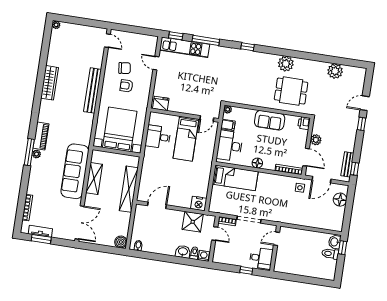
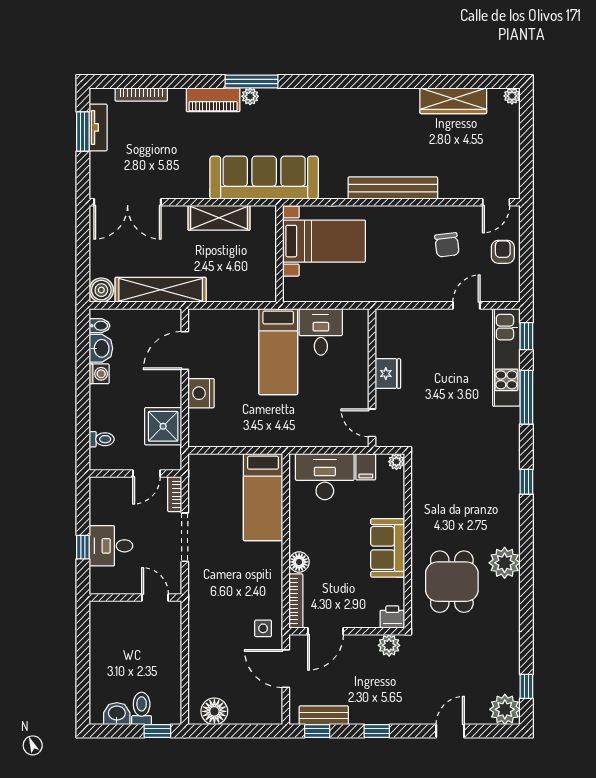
window: (348, 62) -> (526, 686), added
plant: (335, 71) -> (505, 709), moved
wardrobe: (50, 83) -> (453, 101), moved
armchair: (126, 86) -> (503, 252), moved
fridge: (161, 103) -> (388, 374), moved
door: (365, 103) -> (450, 731), hinge flipped
window: (362, 124) -> (377, 731), moved
bed with nightstands: (120, 129) -> (324, 241), width x0.73
piano: (41, 136) -> (213, 100), moved
bed: (186, 139) -> (278, 352), moved, turned -90
plant: (316, 140) -> (389, 645), moved
floor lamp: (257, 163) -> (299, 562), moved
sofa: (75, 171) -> (264, 178), moved
shelving: (129, 189) -> (161, 290), moved
floor lamp: (340, 200) -> (214, 711), moved
nightstand: (199, 204) -> (201, 393), moved
door: (157, 205) -> (185, 351), swing flipped
washbasin: (335, 242) -> (117, 714), moved
washbasin: (183, 252) -> (101, 348), moved
washing machine: (204, 256) -> (99, 374), moved
desk: (261, 258) -> (111, 546), moved, turned 90

